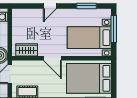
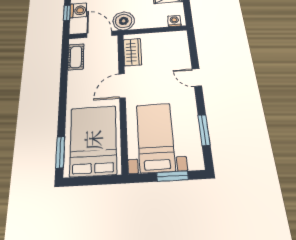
window: (114, 29) -> (173, 176), width x0.69

